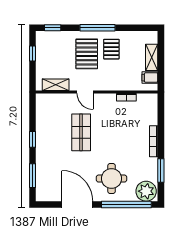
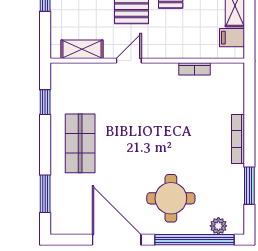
door: (85, 92) -> (129, 61), swing flipped
shop shelf: (81, 132) -> (80, 143), moved
window: (32, 139) -> (45, 102), moved
plant: (146, 191) -> (218, 226), width x0.53, depth x0.53

